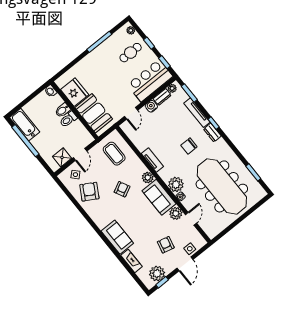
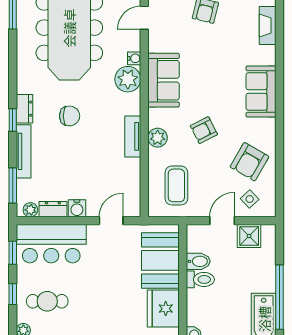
bidet: (63, 110) -> (198, 261), moved
plant: (148, 178) -> (158, 138), moved
plant: (176, 213) -> (159, 41), removed
sofa: (117, 237) -> (261, 92), moved

